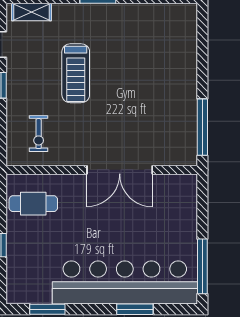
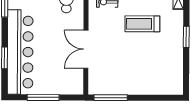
window: (202, 266) -> (43, 97), moved

